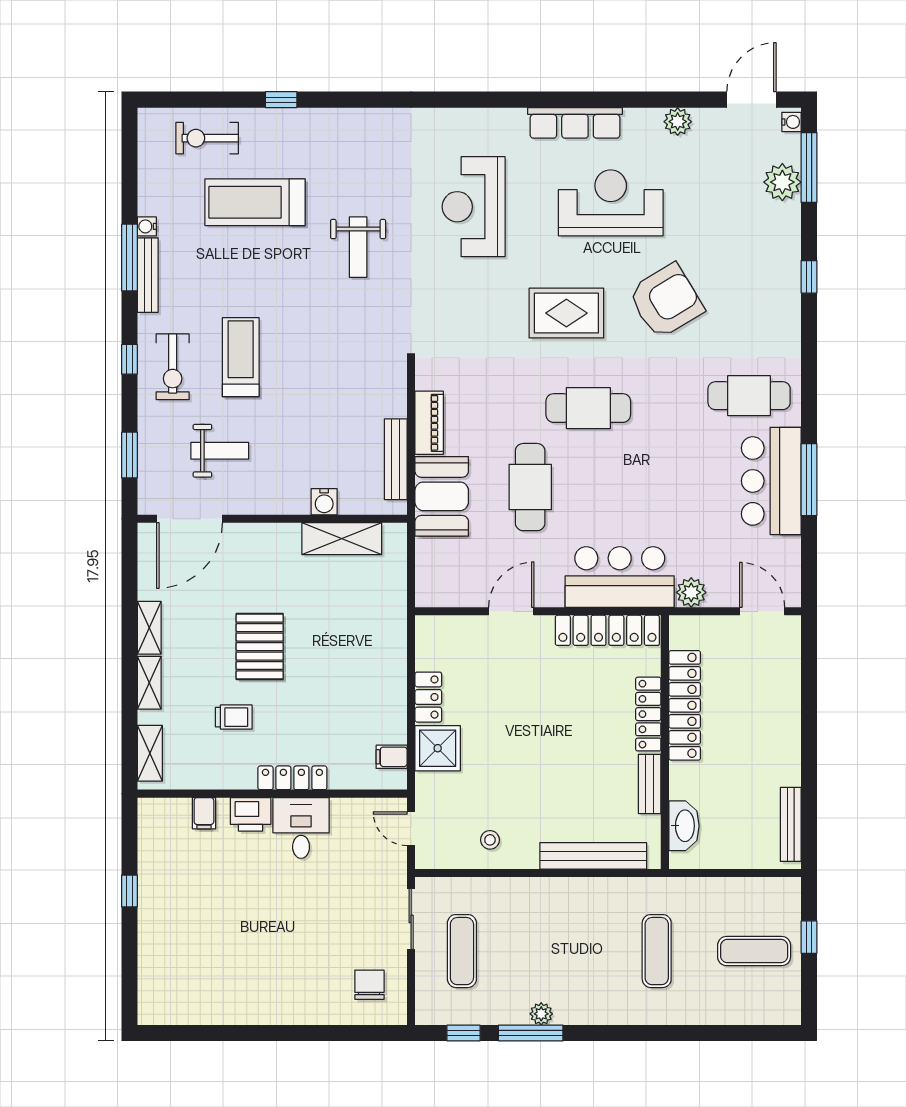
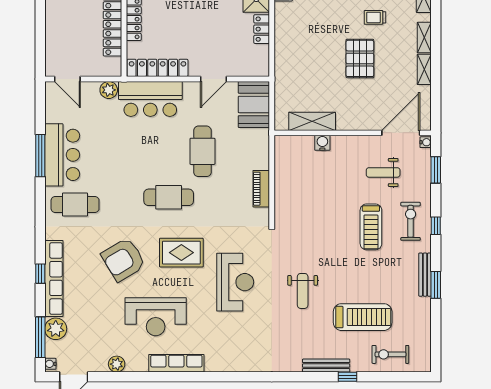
exercise bike: (207, 138) -> (390, 354), turned 180
reception desk: (474, 207) -> (235, 282), moved
water cooler: (147, 226) -> (426, 142), moved
weight bench: (358, 247) -> (303, 291), turned 180
window: (129, 258) -> (436, 285), width x0.69
row of seats: (785, 269) -> (54, 279), added
bench: (396, 459) -> (326, 366), moved, turned 90
booth: (442, 496) -> (254, 104), moved

